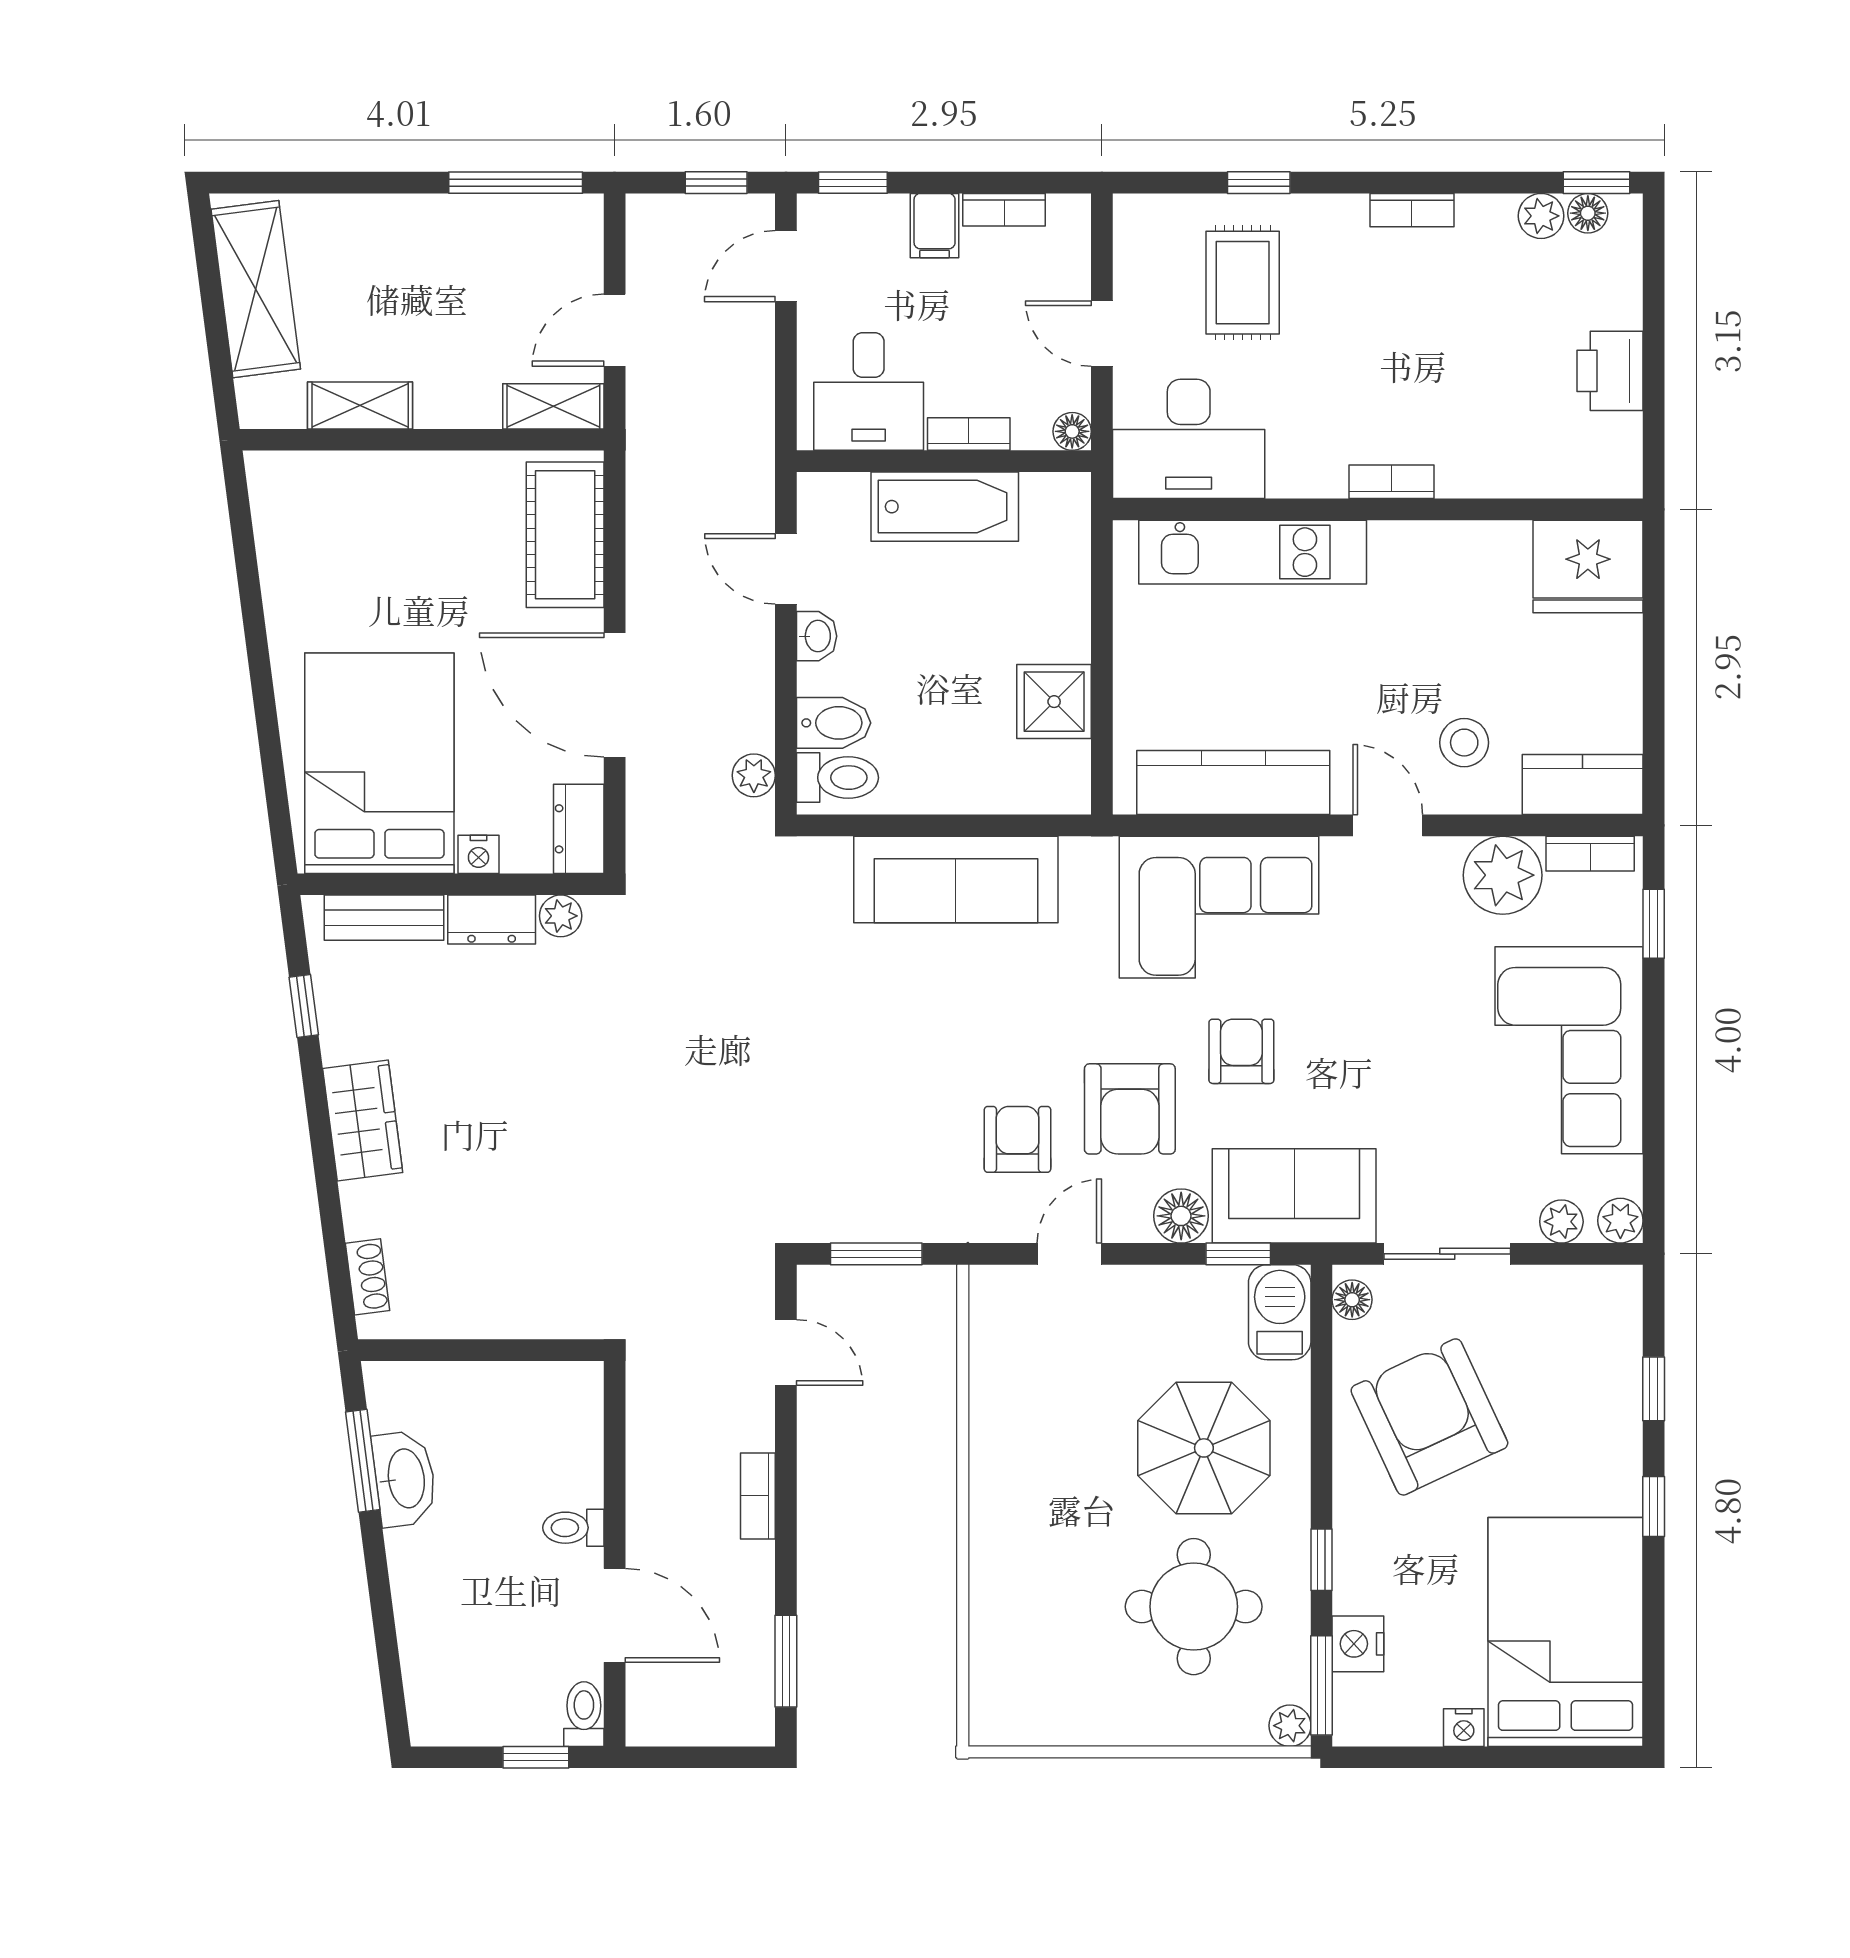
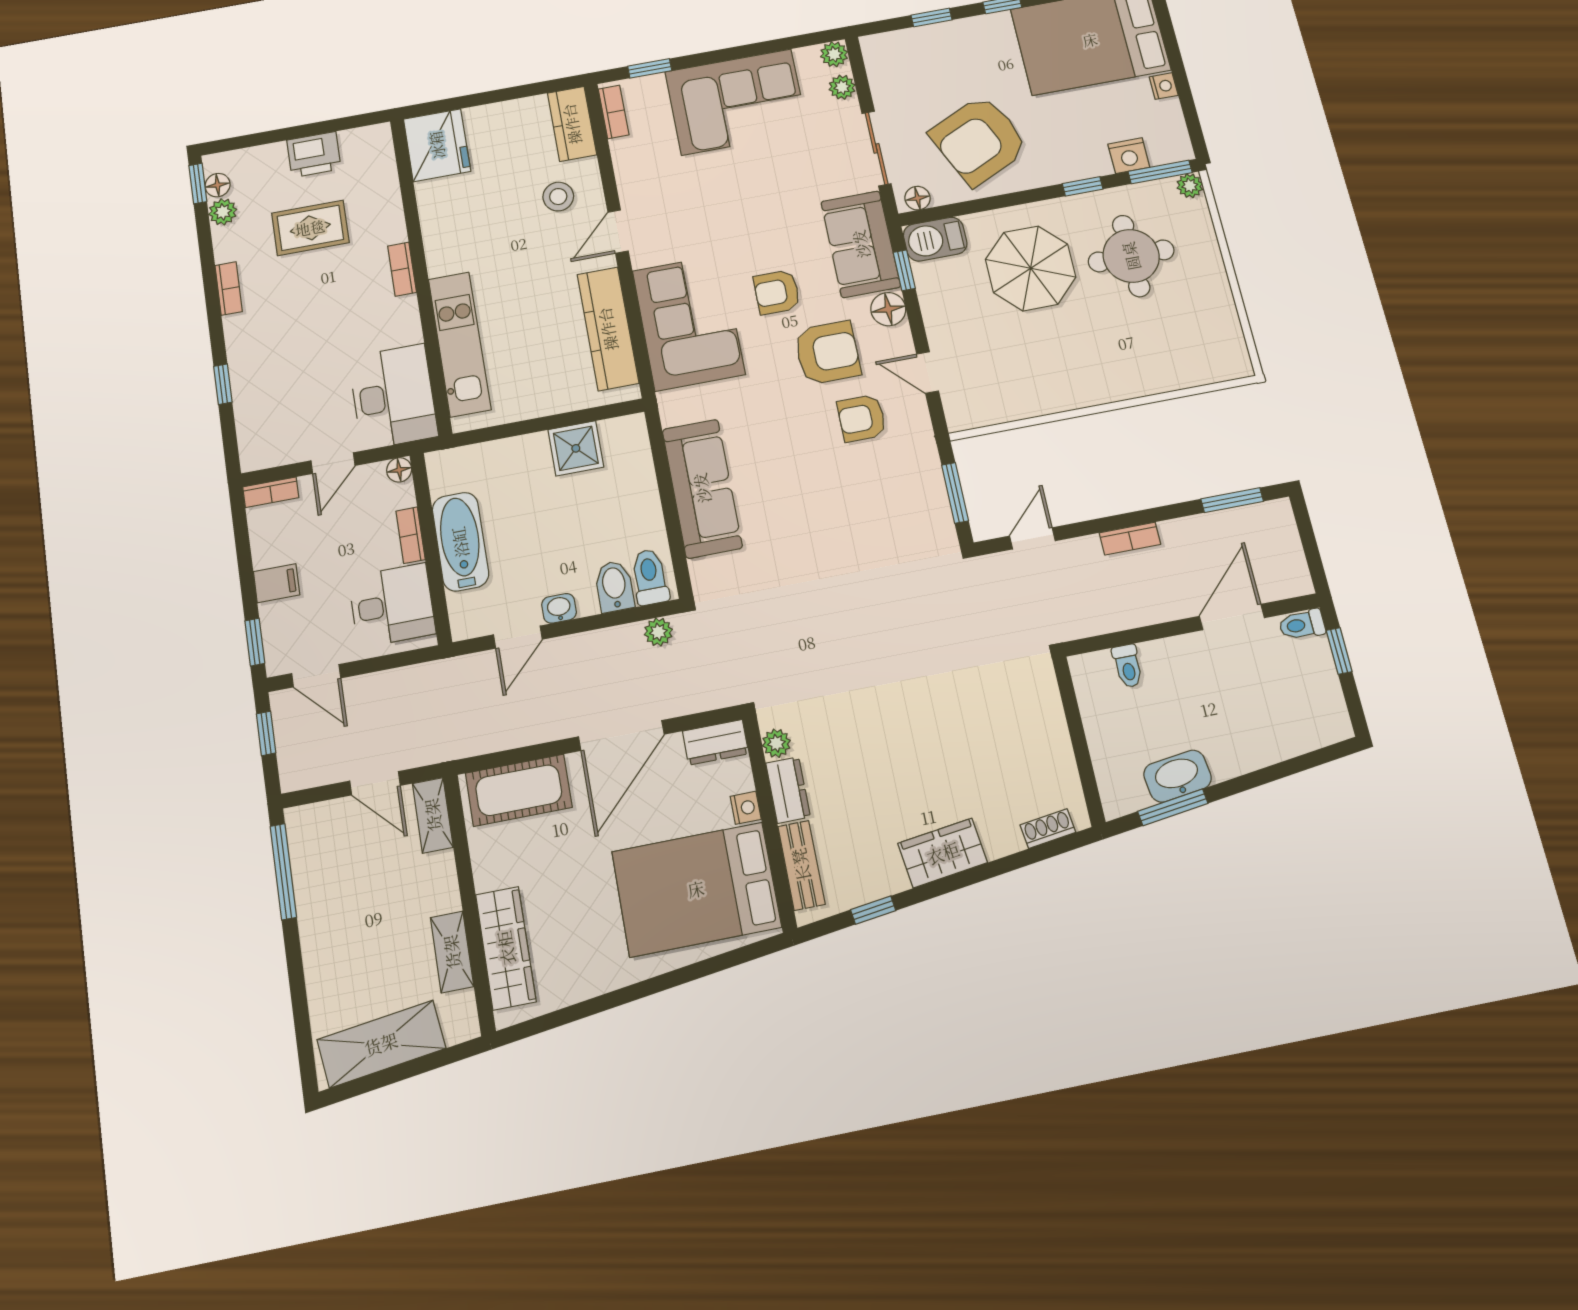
bookcase: (1004, 210) -> (271, 492), moved, turned 90
rug: (1243, 283) -> (310, 228), moved
wardrobe: (351, 481) -> (506, 948), added
plant: (1503, 875) -> (636, 159), removed
toilet: (573, 1528) -> (1128, 666), moved

